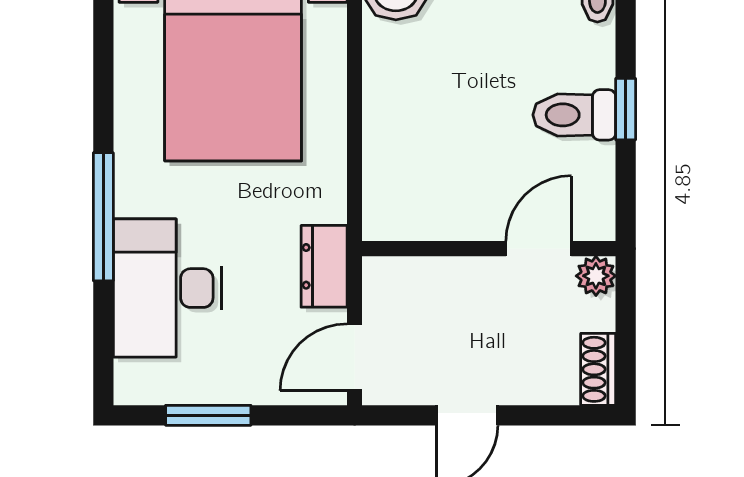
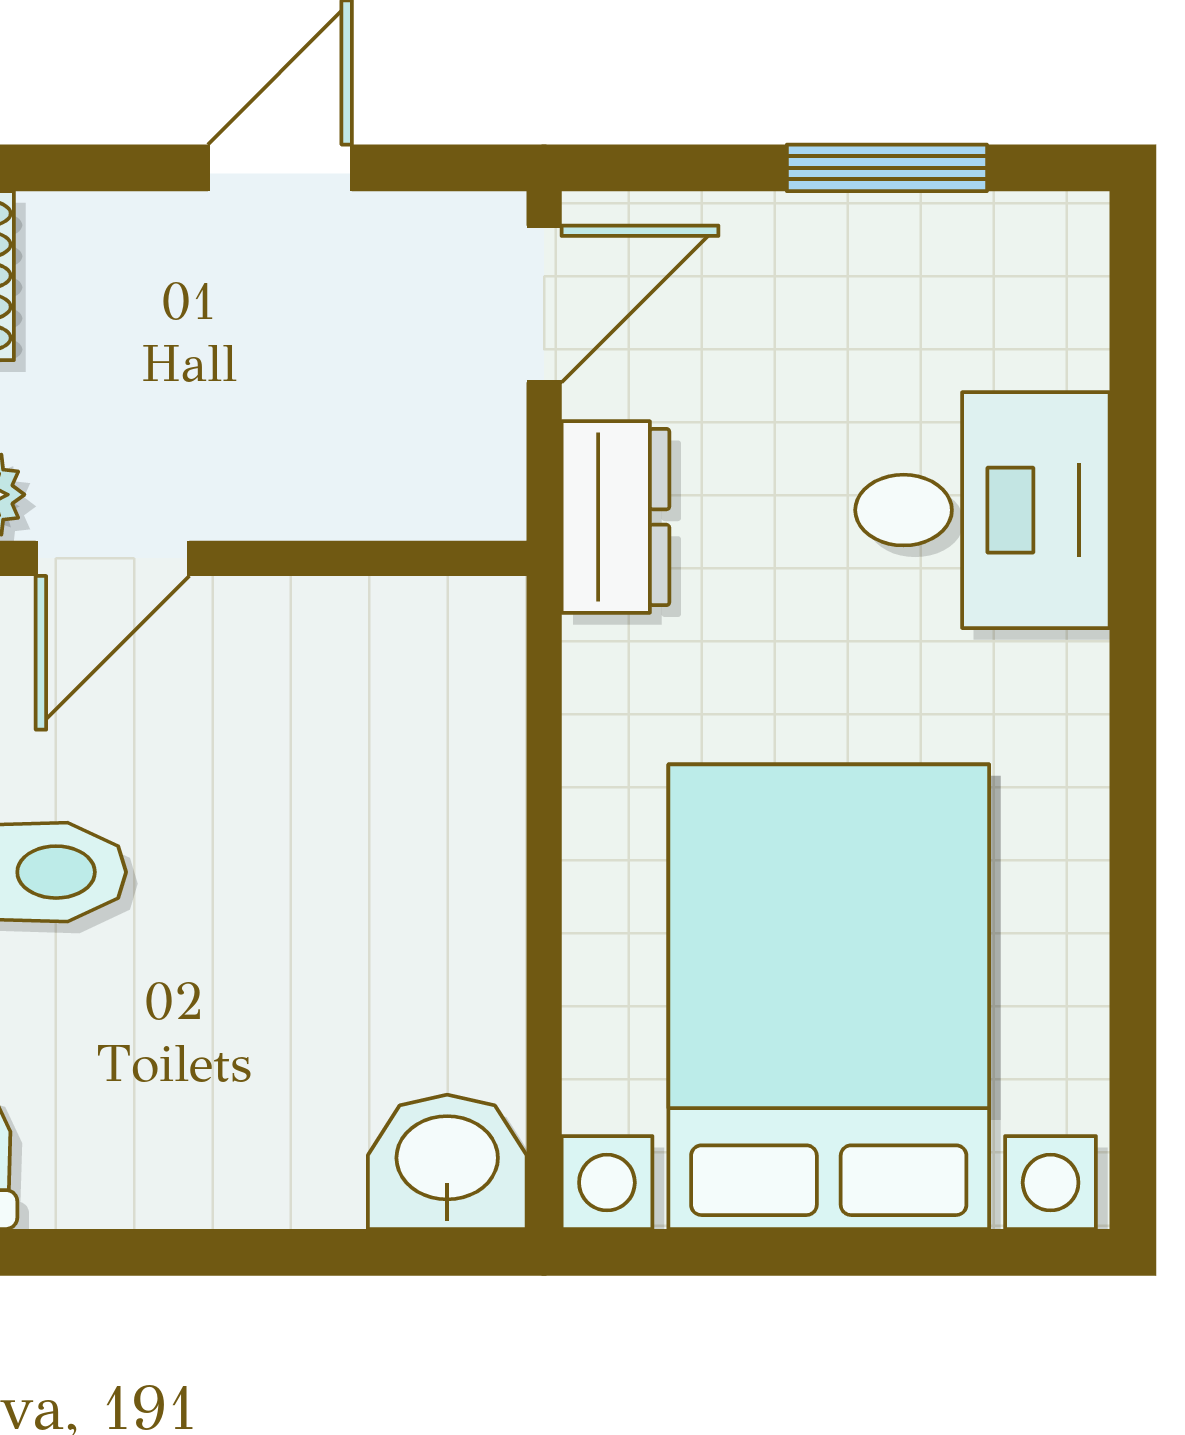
window: (103, 217) -> (1133, 633), removed
desk: (168, 288) -> (982, 510), width x0.73

